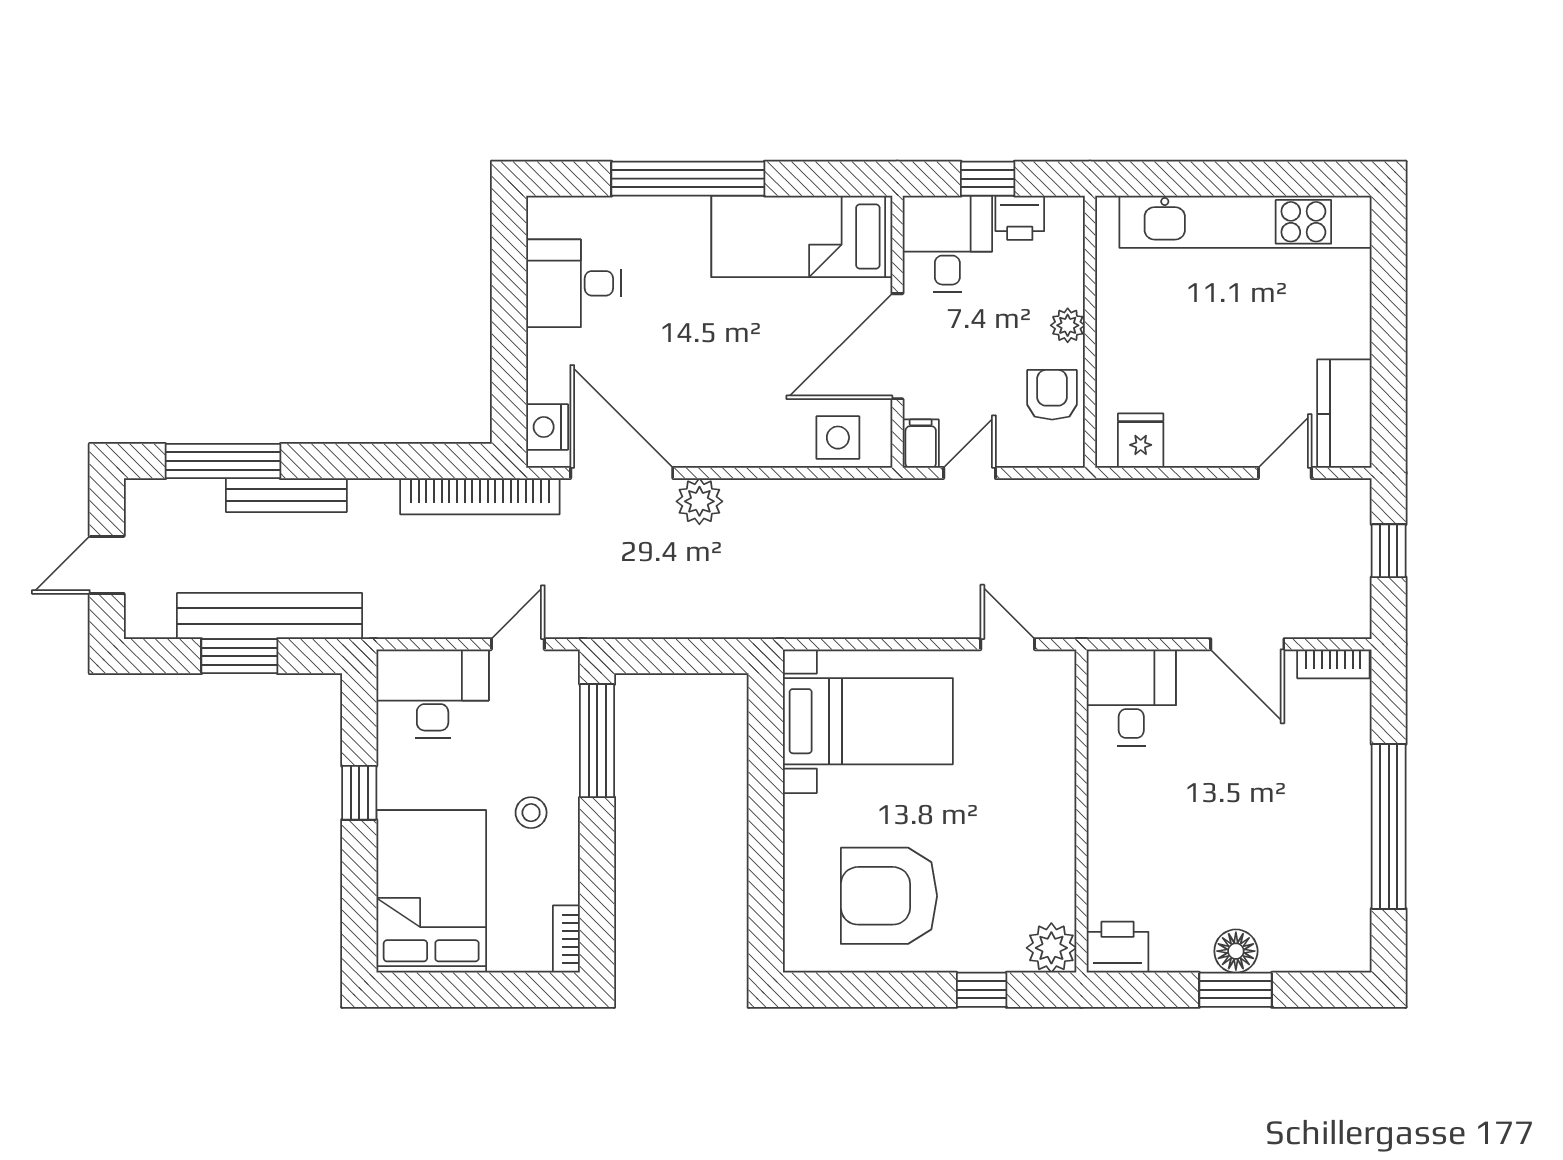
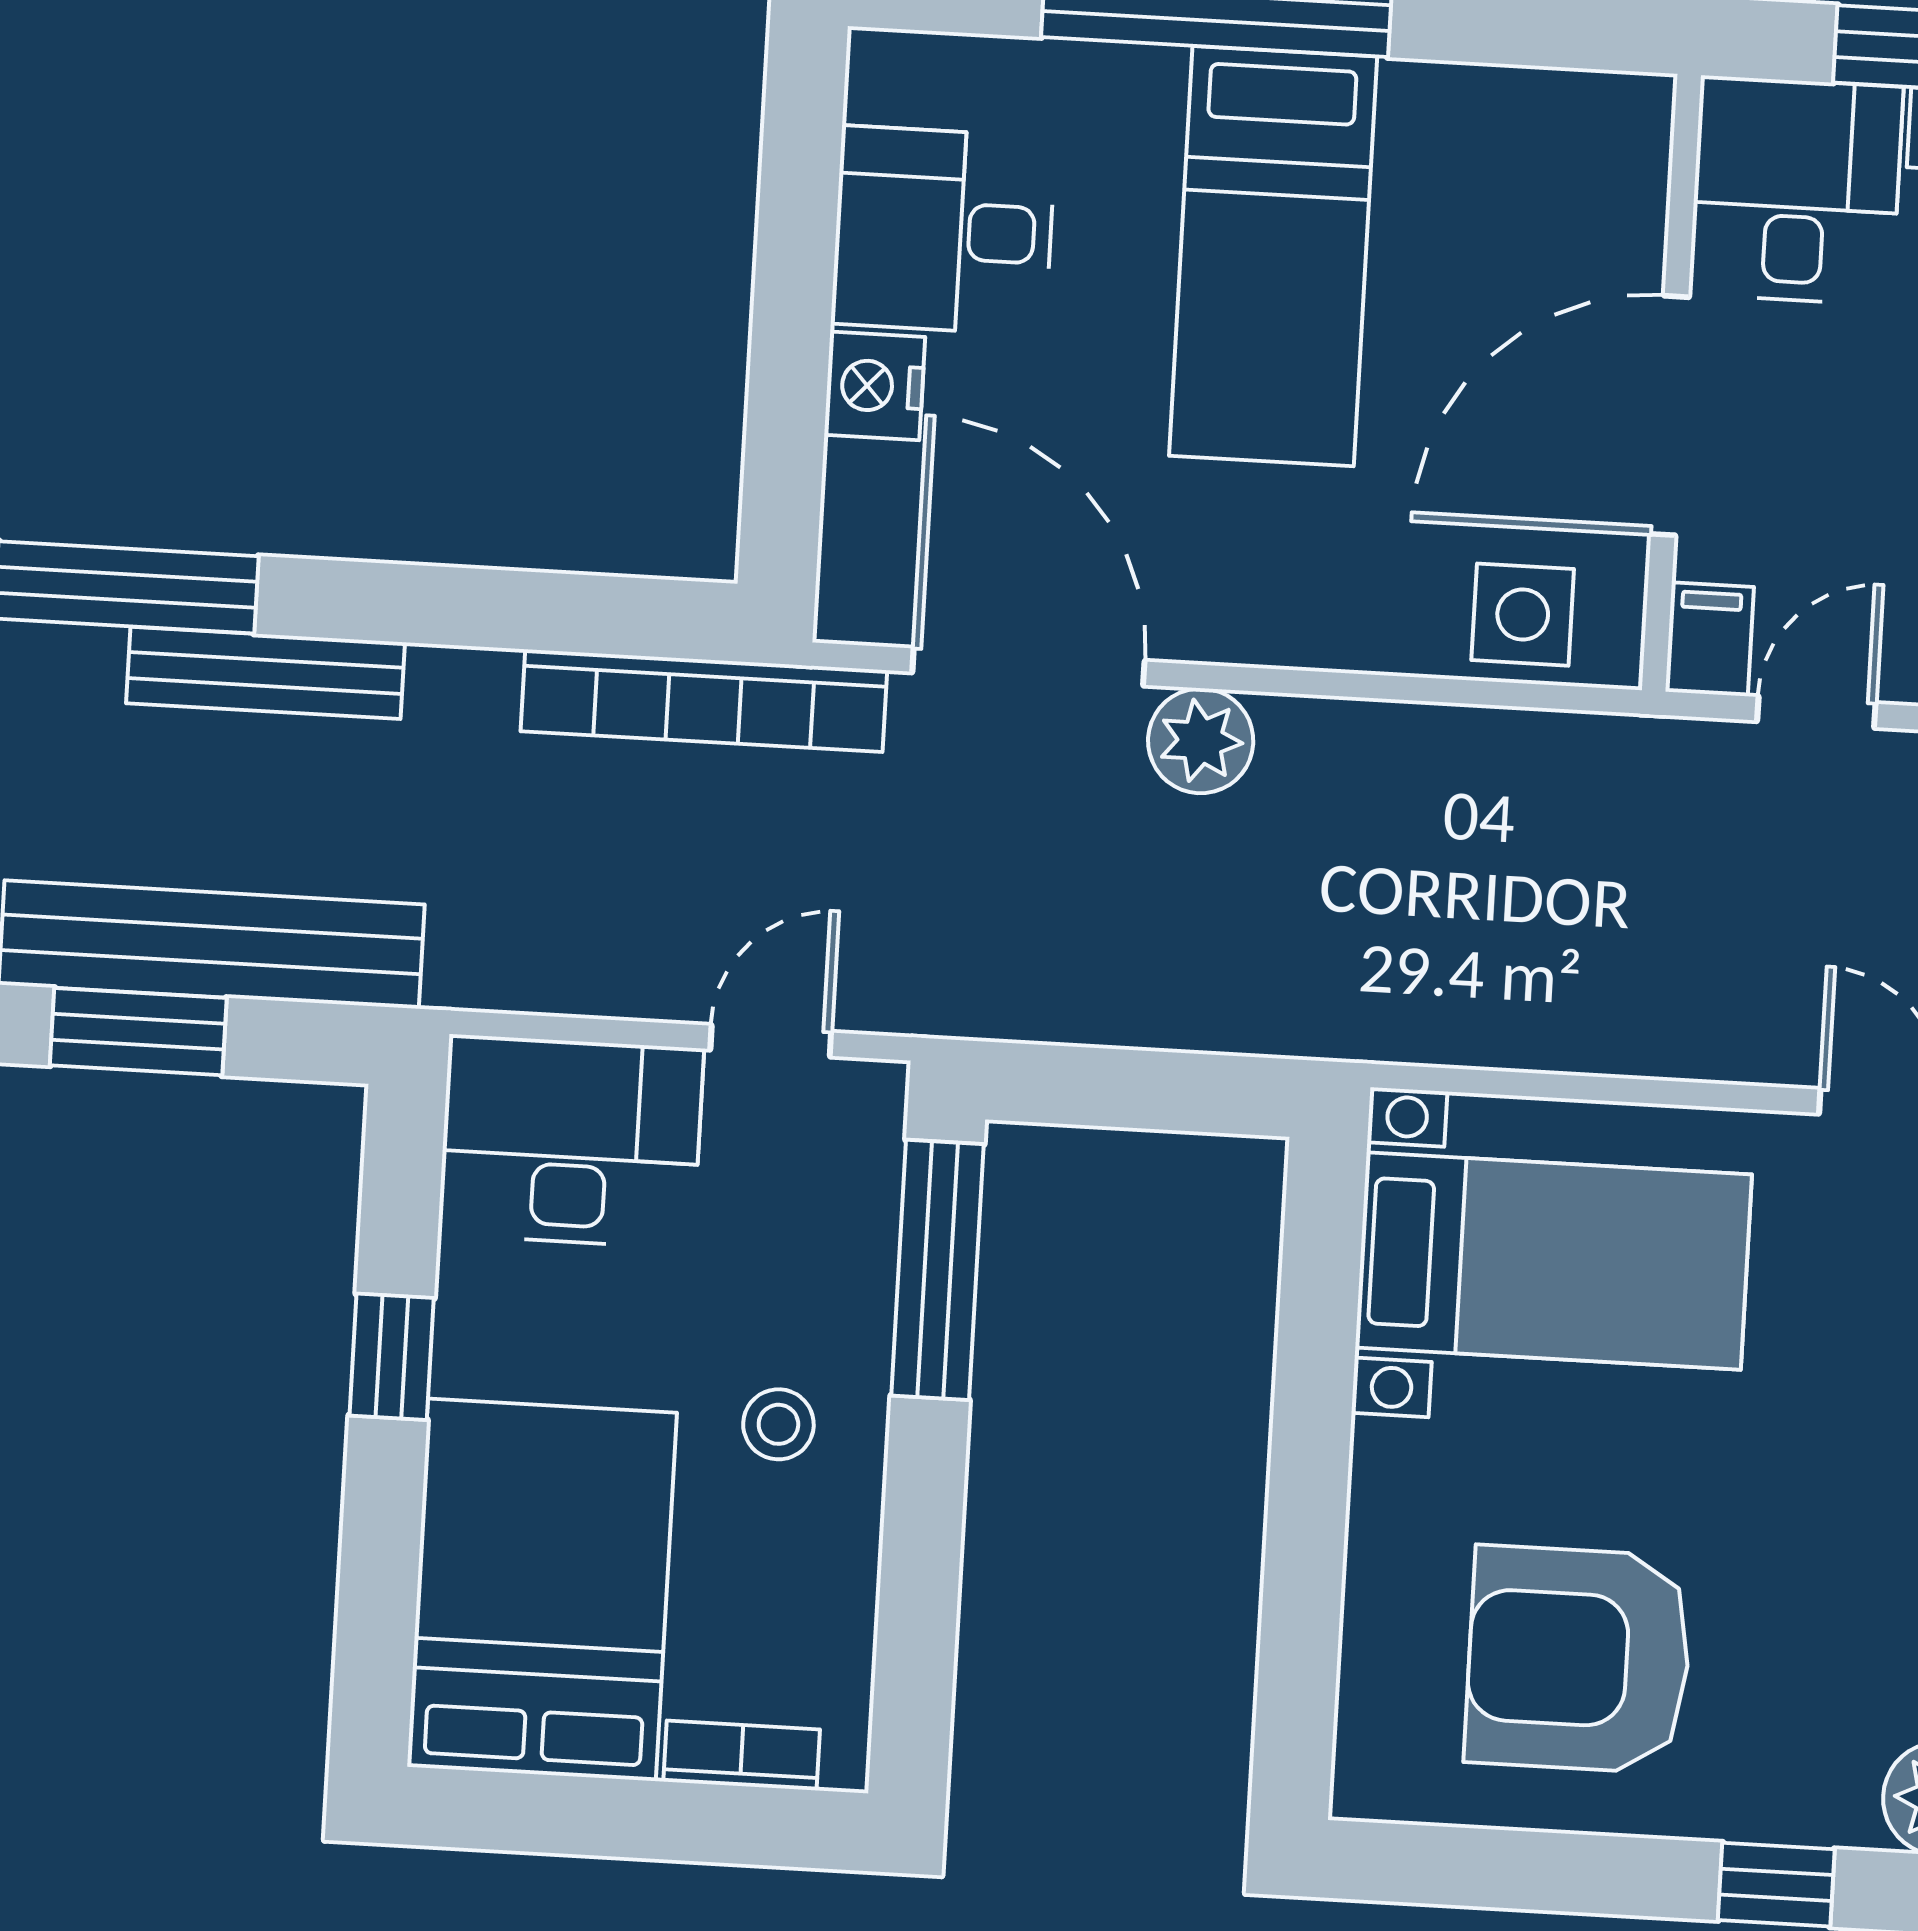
bed: (802, 236) -> (1273, 256), moved, turned -90
nightstand: (547, 427) -> (875, 386), moved
bookcase: (566, 939) -> (742, 1755), moved, turned 90

